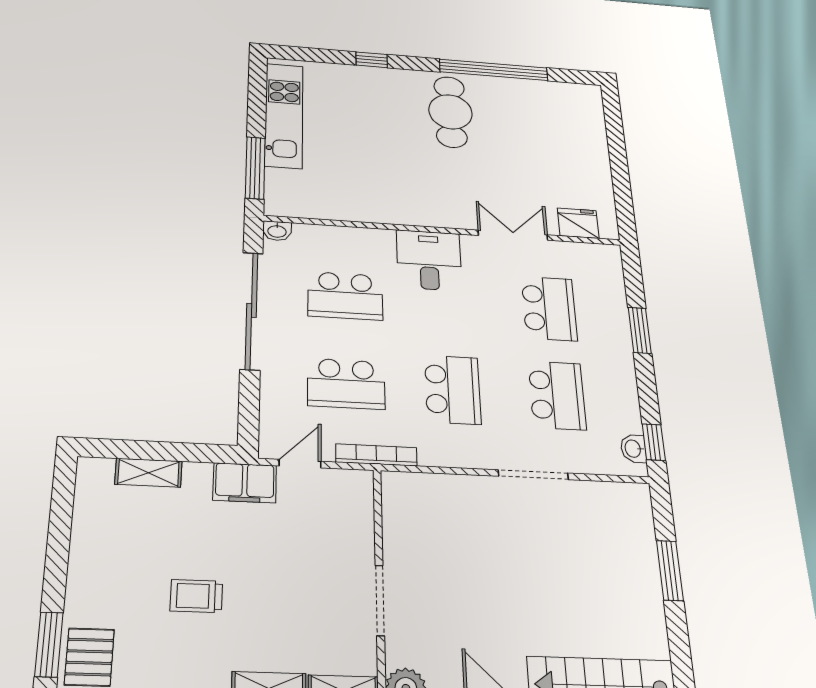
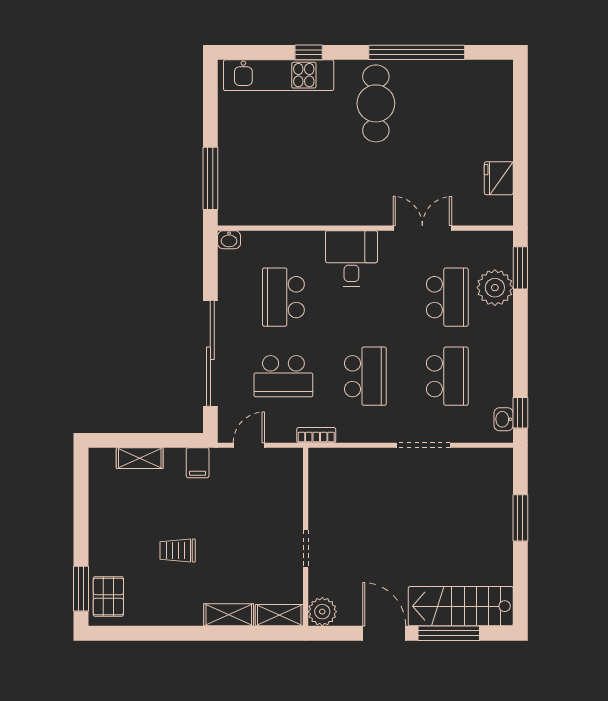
kitchen unit: (284, 115) -> (279, 75), moved, turned 90
fridge: (578, 223) -> (499, 178), moved, turned -90
school desk: (345, 296) -> (283, 297), turned 90
plant: (606, 302) -> (495, 288), added
sliding door: (252, 310) -> (210, 353), moved
window: (640, 330) -> (520, 268), moved
bookcase: (376, 455) -> (316, 435), width x0.64
filing cabinet: (245, 483) -> (198, 463), width x0.50
doorway: (380, 600) -> (306, 549), width x0.73

